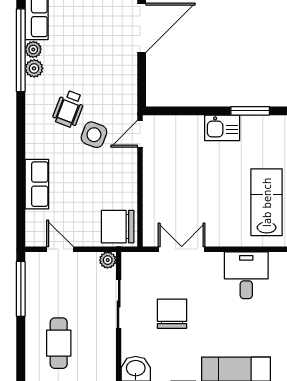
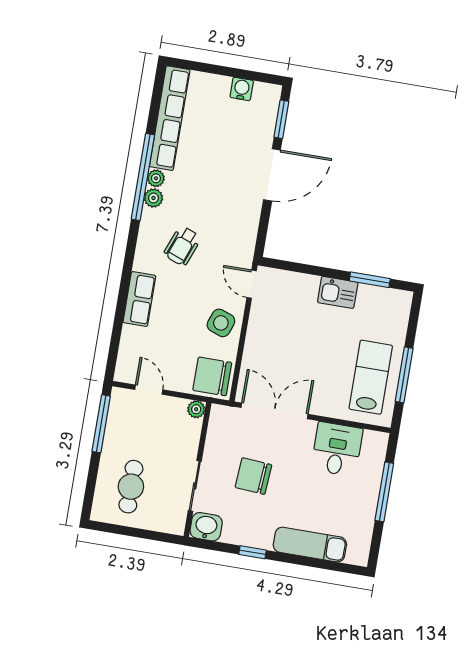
door: (140, 134) -> (252, 284), hinge flipped
side table: (94, 135) -> (221, 323), moved
row of seats: (37, 184) -> (139, 299), moved
double door: (182, 249) -> (274, 411), width x1.37
sliding door: (119, 304) -> (195, 486), moved
chair: (172, 314) -> (253, 476), turned -86

